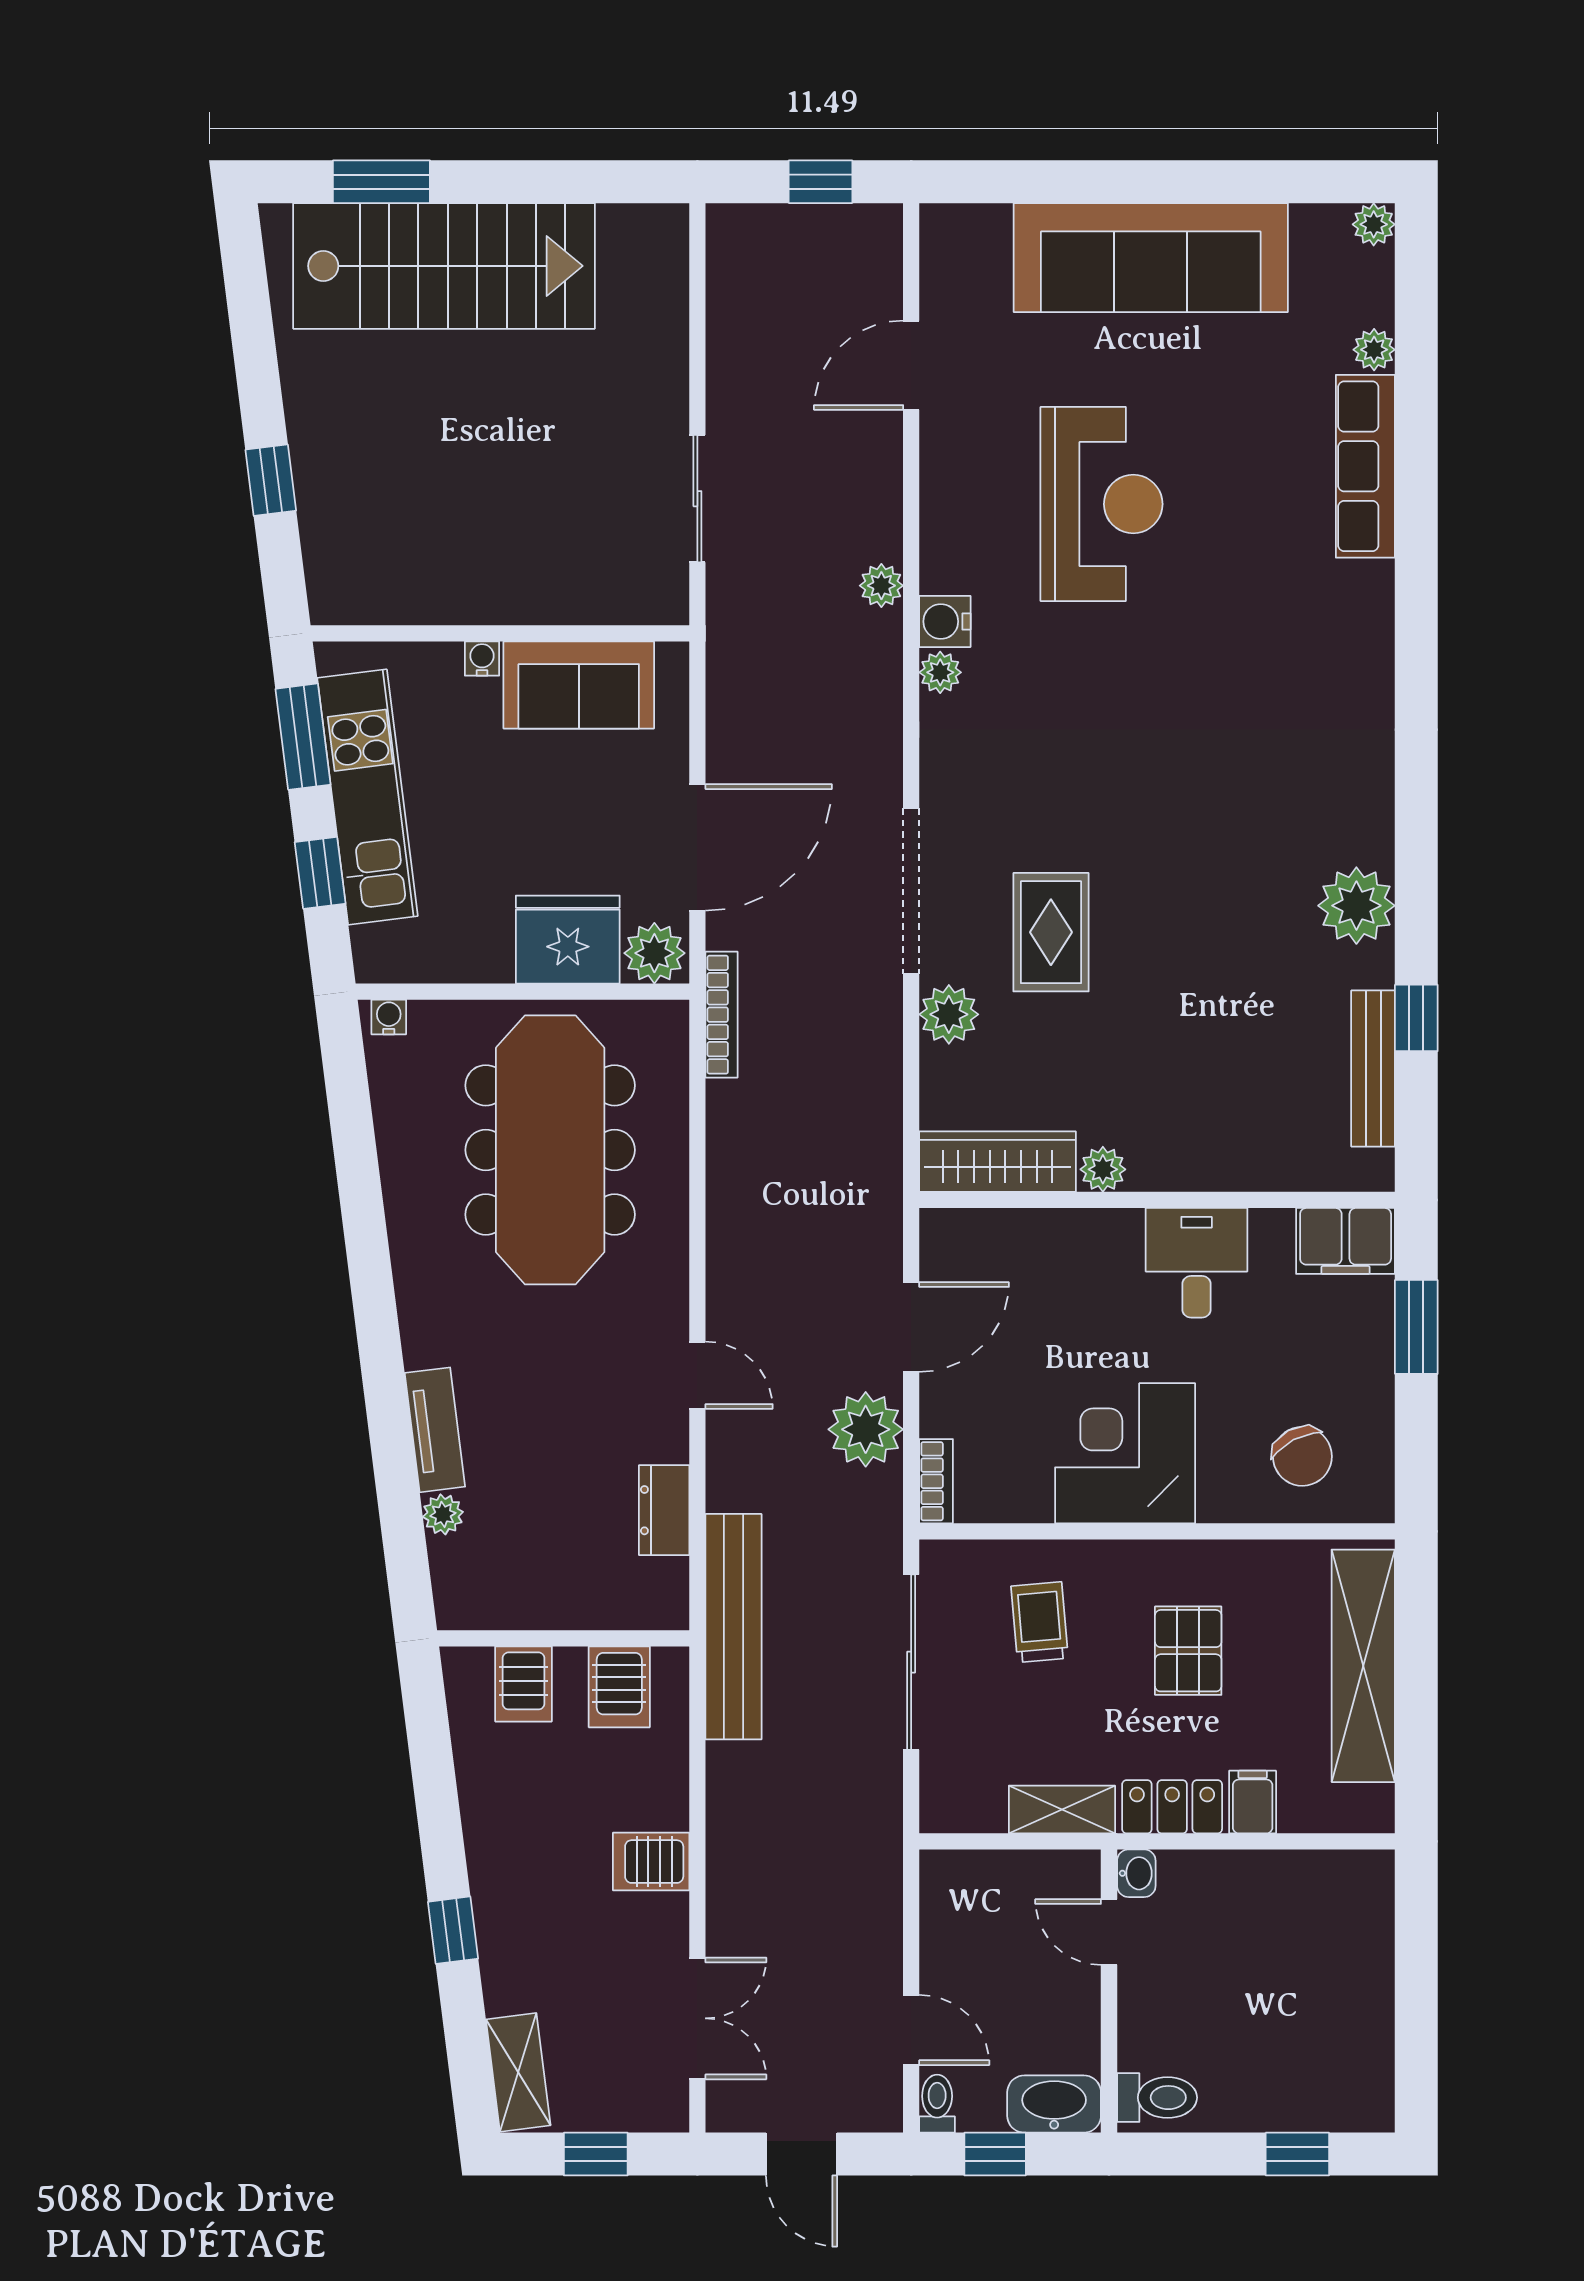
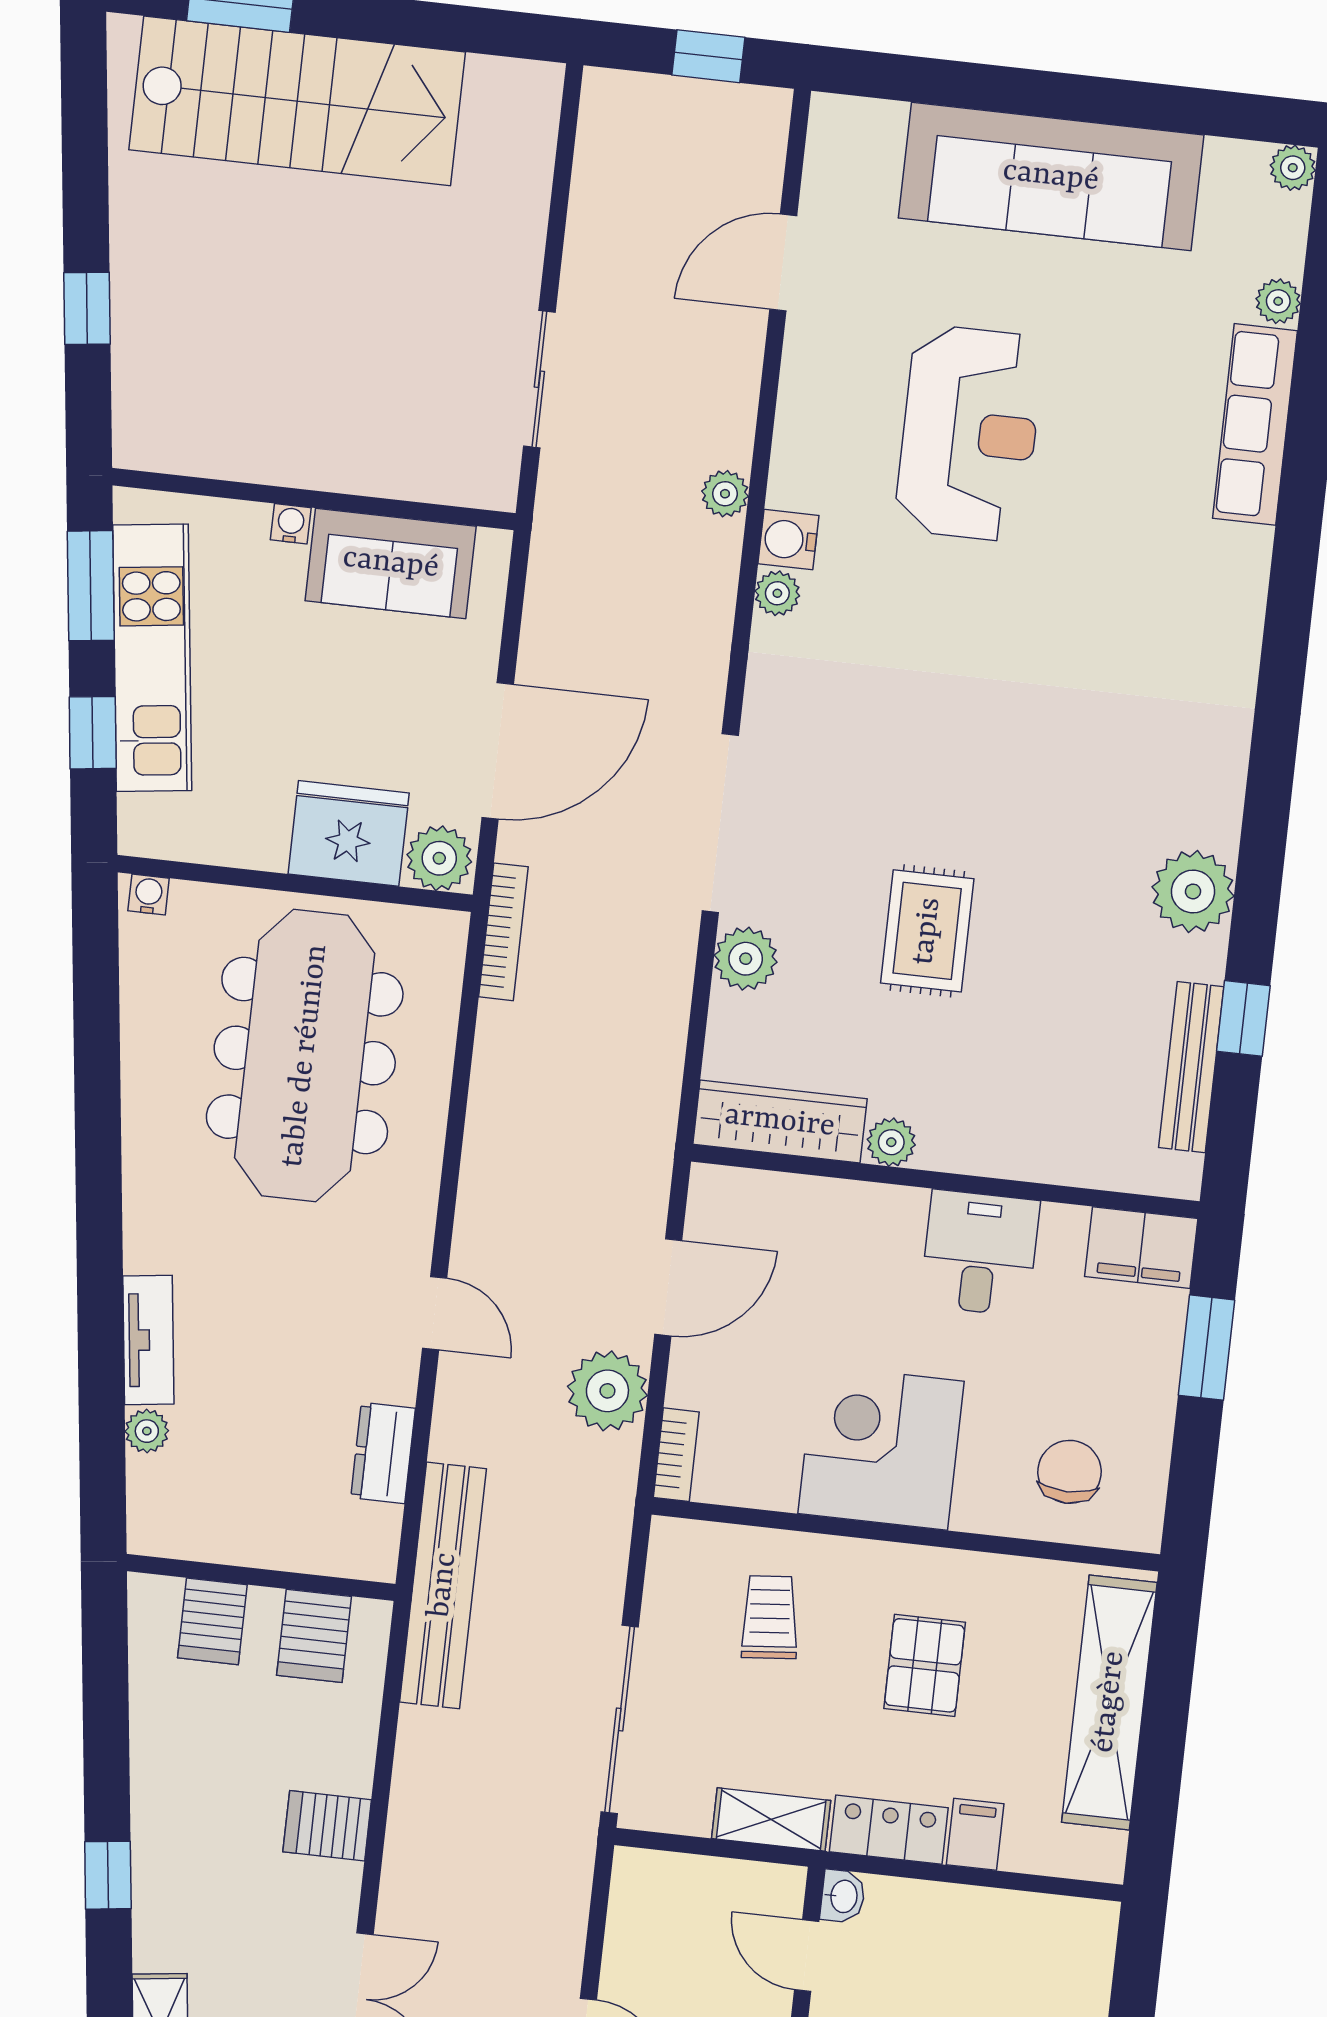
rug: (1051, 932) -> (927, 931), moved
chair: (1302, 1456) -> (1069, 1472), turned -152
sliding door: (911, 1662) -> (620, 1720), moved

